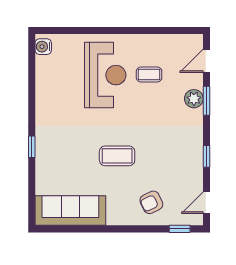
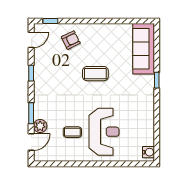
reception desk: (105, 75) -> (104, 132), turned 180
plant: (194, 99) -> (40, 126), moved
sofa: (70, 211) -> (144, 49), moved, turned 90

